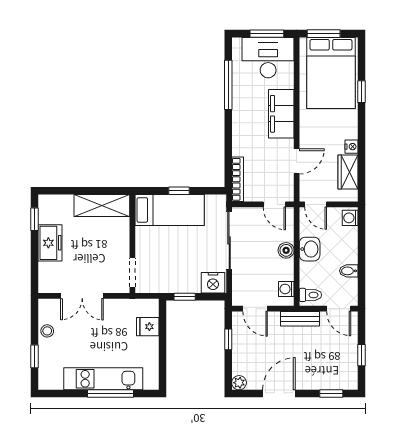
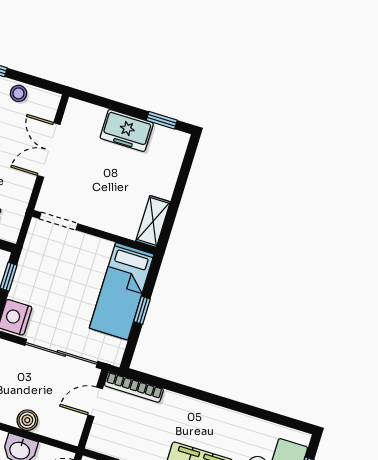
window: (228, 85) -> (254, 412), removed
door: (274, 204) -> (95, 402), moved
shelving: (102, 205) -> (153, 221), width x0.67, depth x0.75

